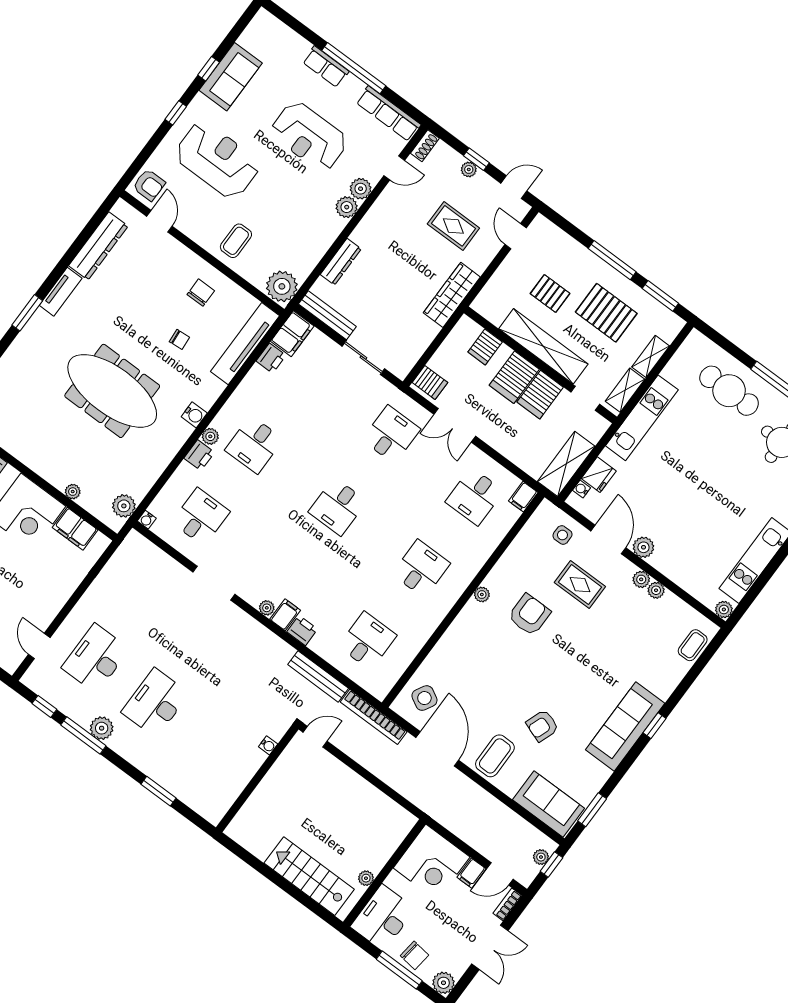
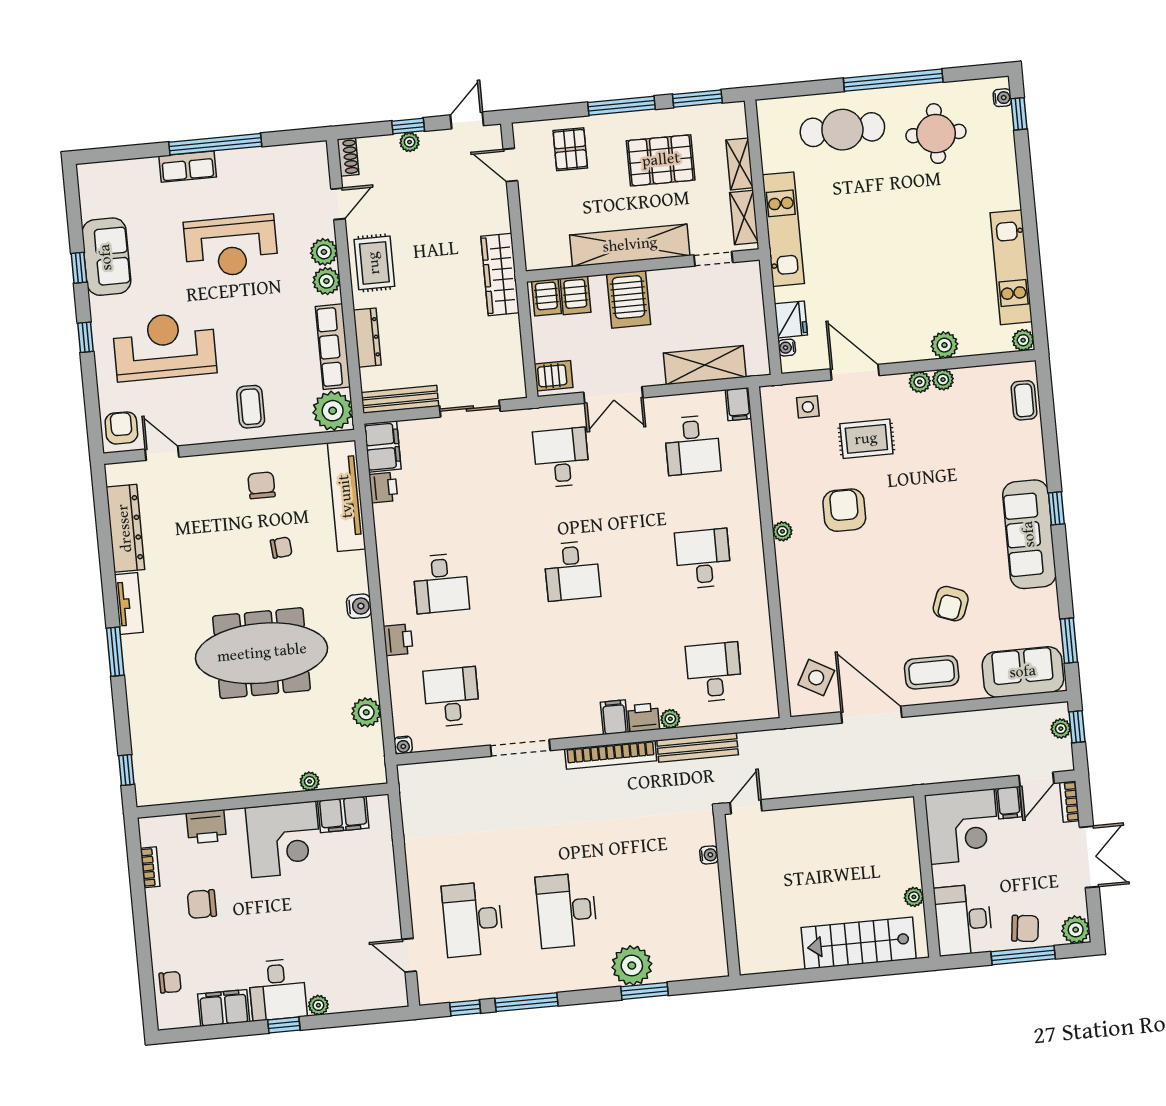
row of seats: (388, 114) -> (333, 347), moved, turned 90
armchair: (149, 185) -> (121, 428), turned -90
rug: (453, 226) -> (374, 263), moved, turned 90
pallet: (550, 294) -> (570, 149), moved, turned 90
server rack: (540, 395) -> (546, 297), moved, width x0.73, depth x0.70
plant: (210, 436) -> (392, 613), removed
shelving: (566, 464) -> (705, 365), moved, turned 90
plant: (124, 506) -> (366, 712), moved
plant: (643, 547) -> (944, 345), moved
plant: (267, 608) -> (670, 719), moved
bookcase: (374, 717) -> (611, 755), moved
plant: (102, 728) -> (632, 966), moved, width x1.36, depth x1.36
coffee table: (495, 756) -> (932, 672), turned 90

